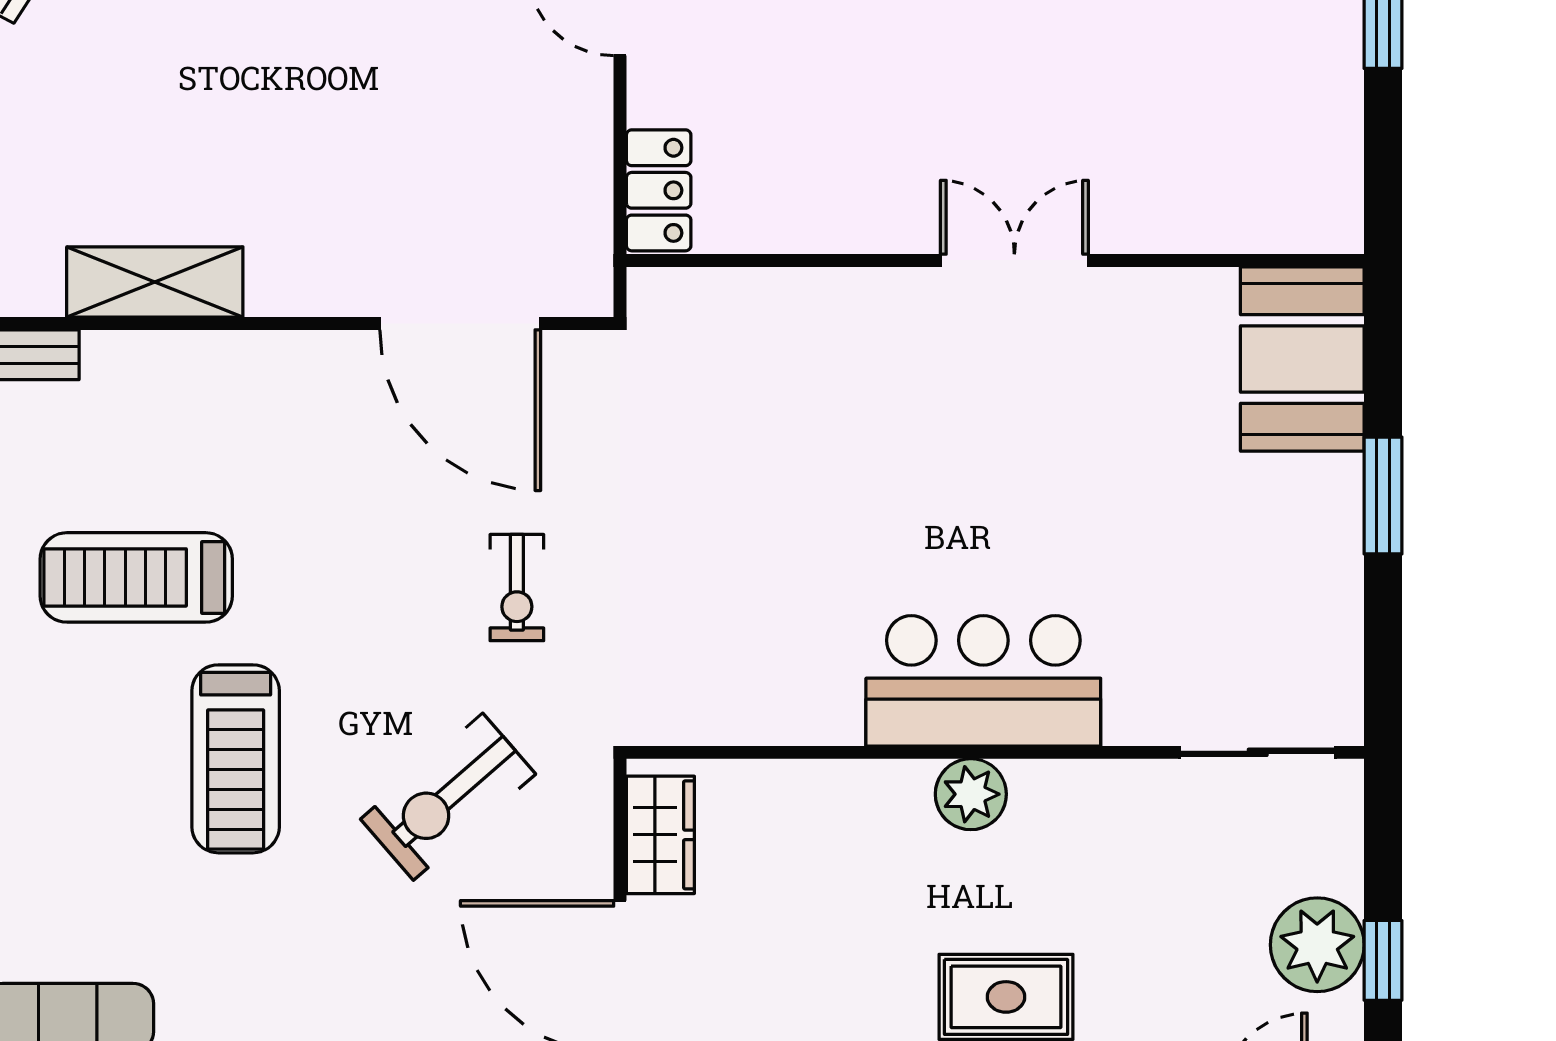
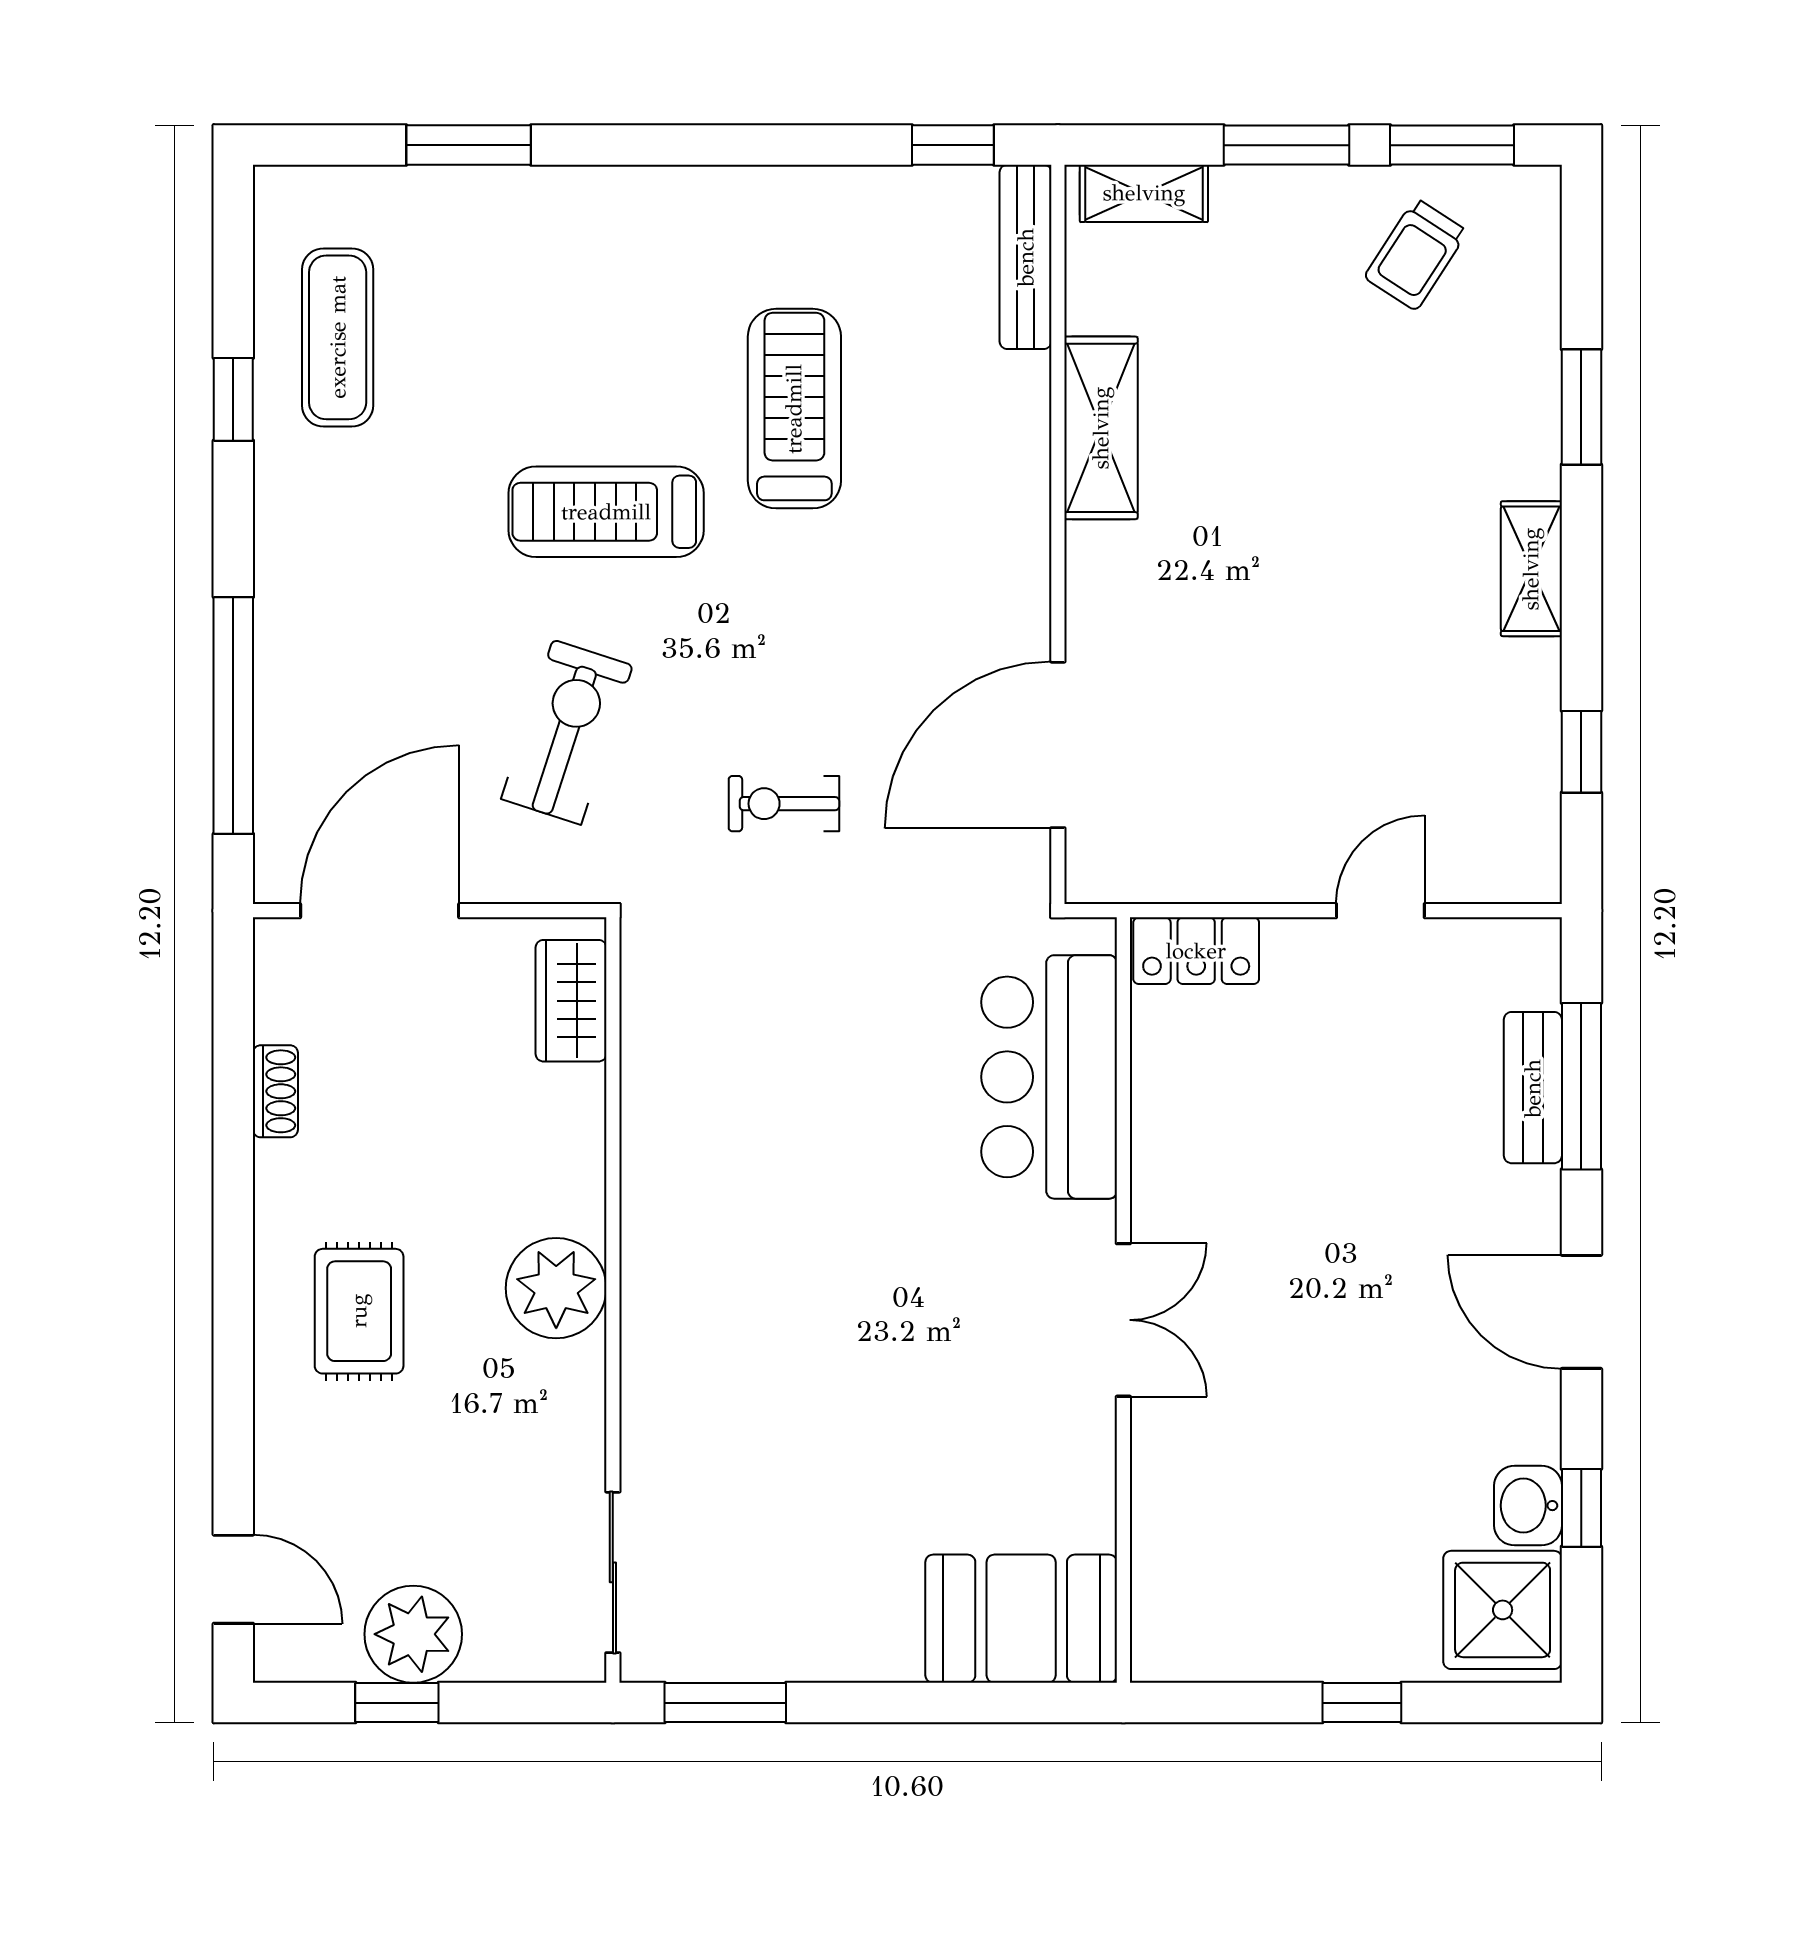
window: (1383, 495) -> (725, 1703), moved
bar counter: (983, 681) -> (1049, 1077), moved, turned 180
plant: (971, 794) -> (556, 1288), width x1.36, depth x1.36
exercise bike: (448, 797) -> (567, 732), turned 59
wardrobe: (660, 835) -> (571, 1001), moved, turned 90

